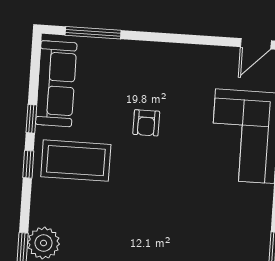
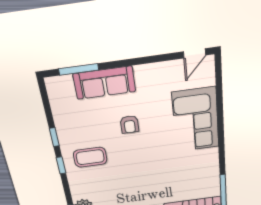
sofa: (56, 84) -> (104, 83), moved, turned 90
coffee table: (76, 161) -> (90, 157), width x0.73, depth x0.76

